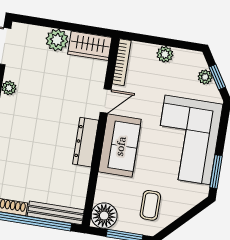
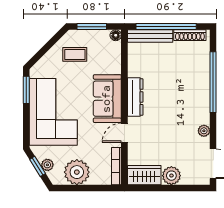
plant: (165, 54) -> (77, 172), width x1.87, depth x1.87
coffee table: (150, 205) -> (75, 54), turned 90
floor lamp: (104, 216) -> (116, 35), width x0.53, depth x0.53

